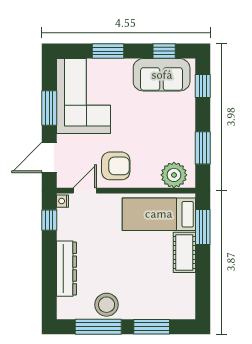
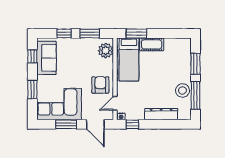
window: (203, 86) -> (64, 33), moved
door: (85, 191) -> (115, 103), hinge flipped

